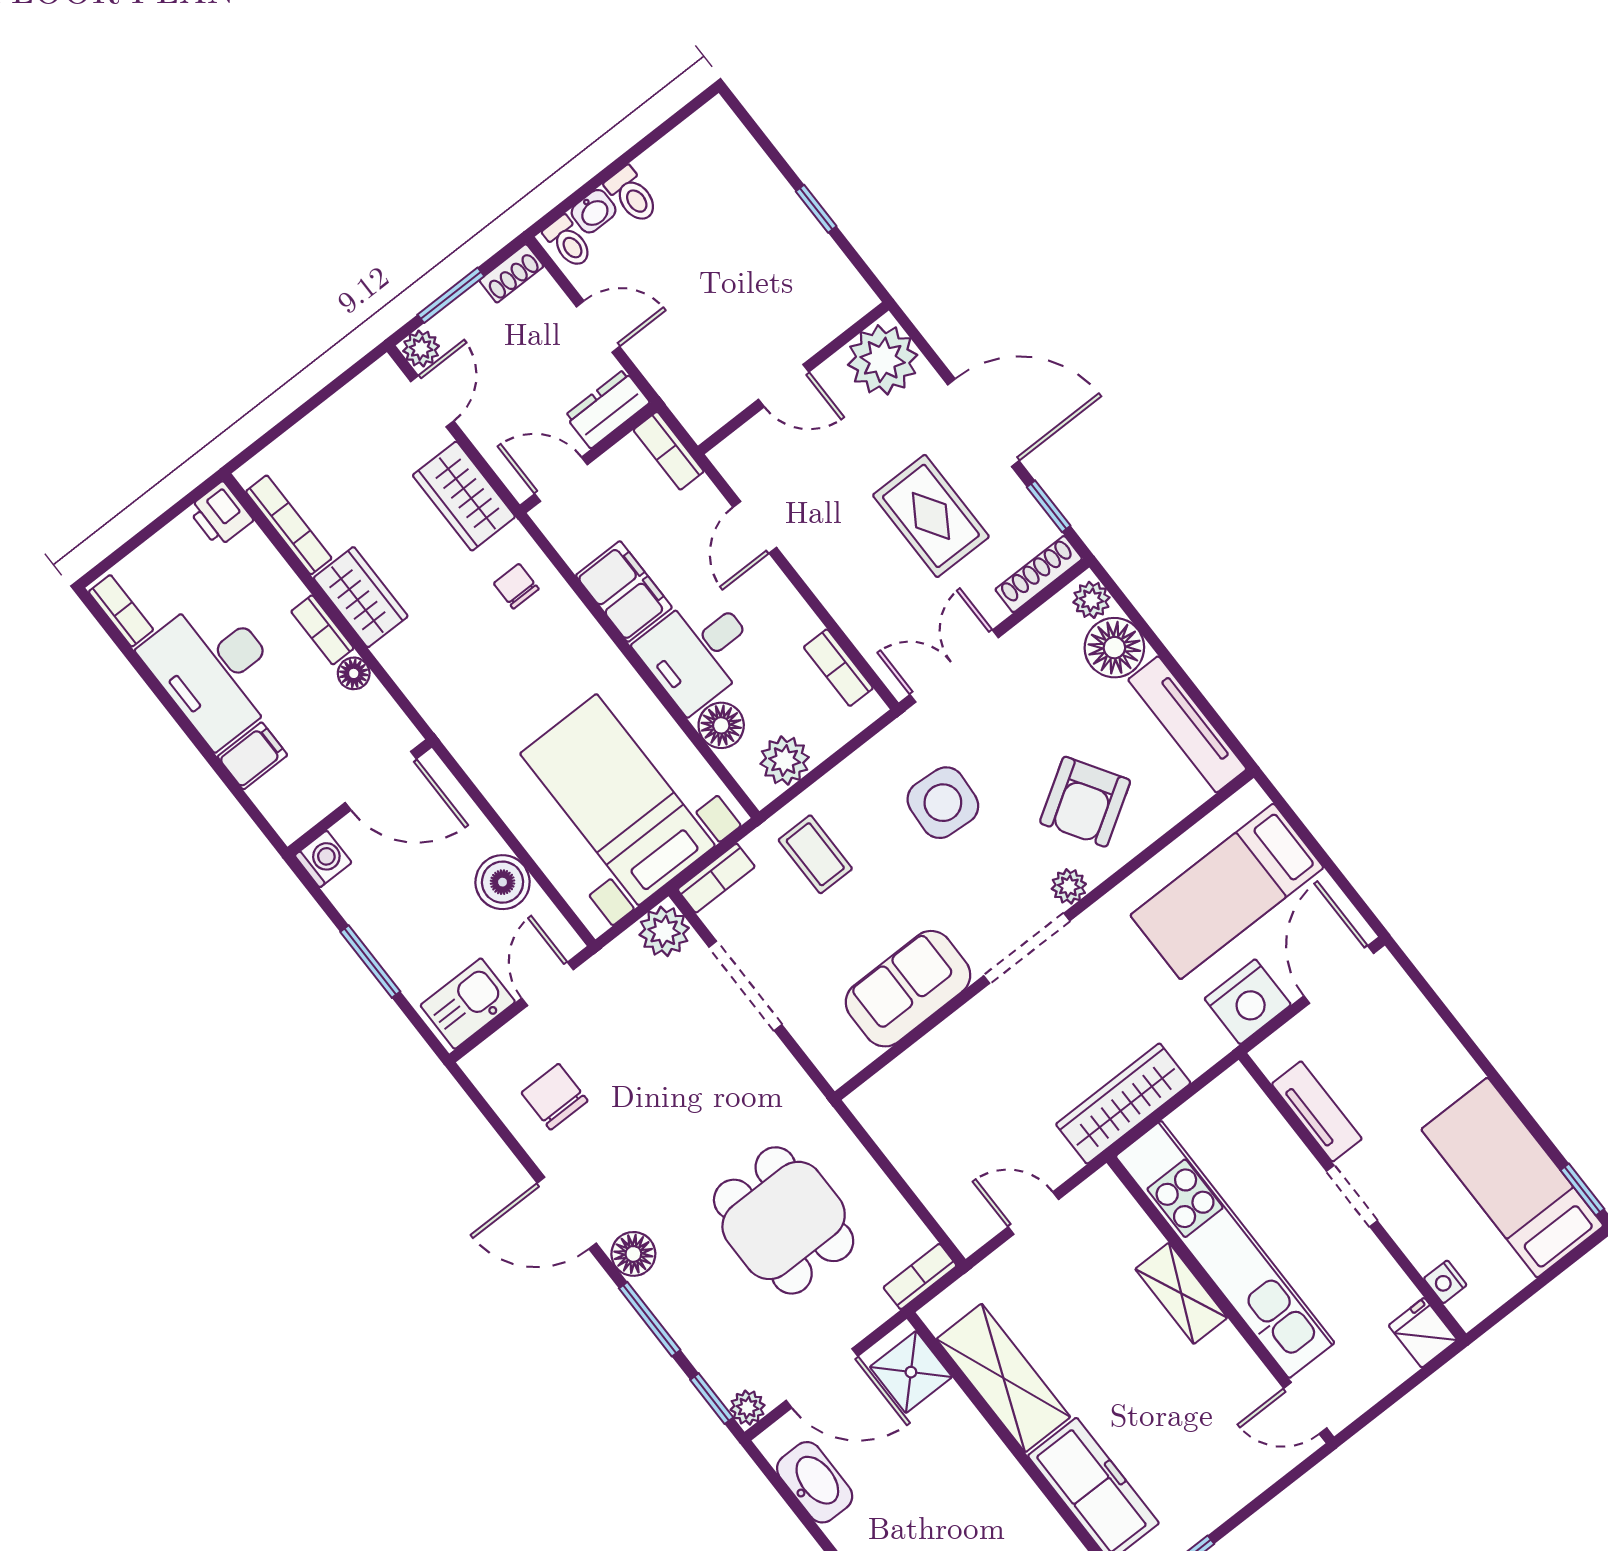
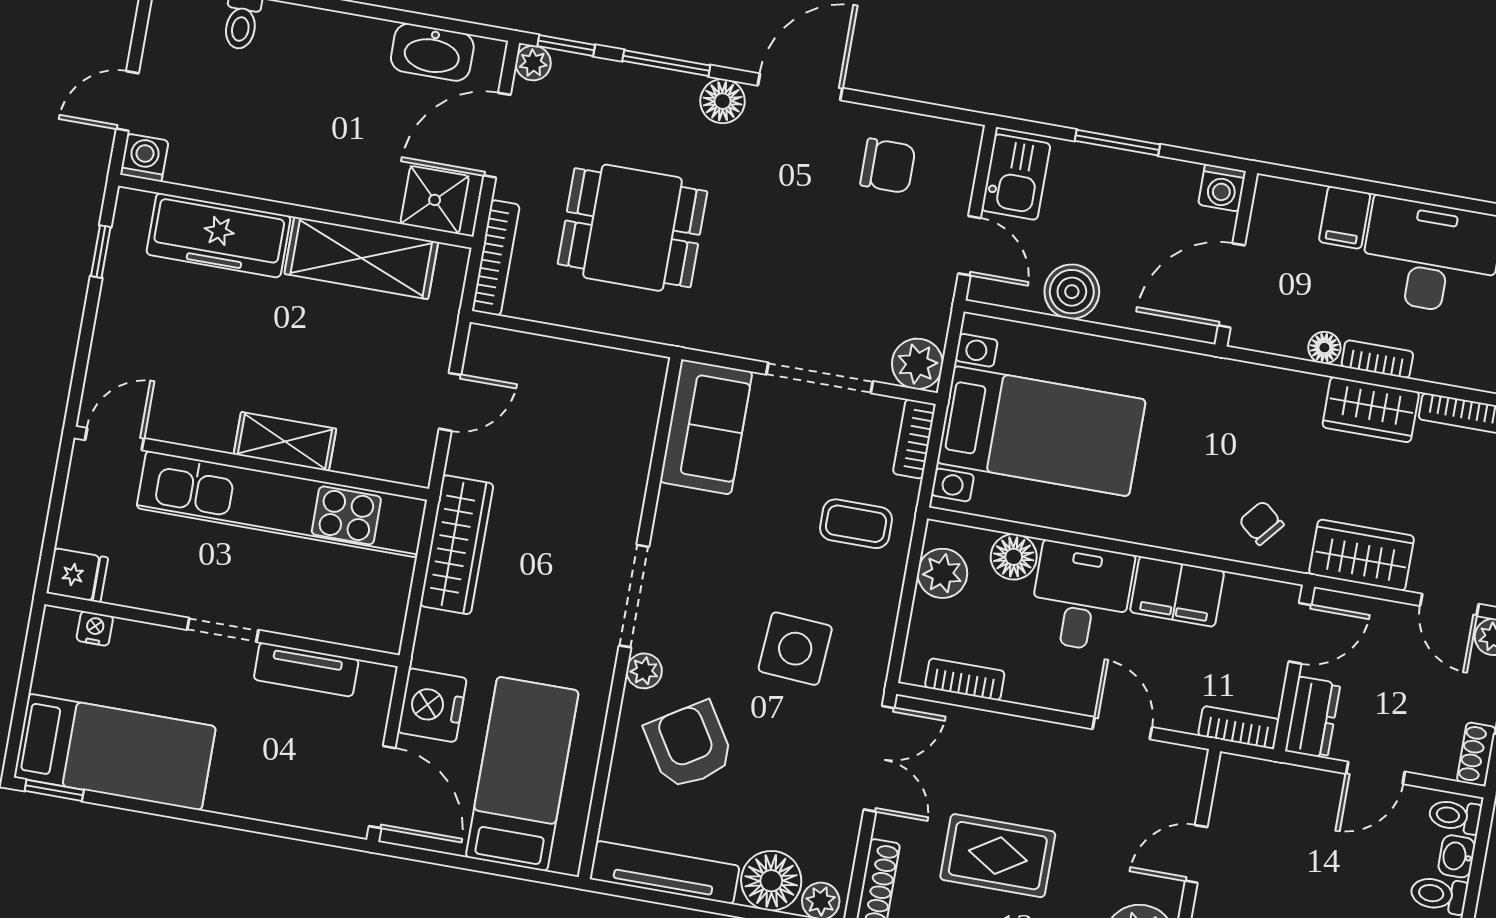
chair: (516, 586) -> (1261, 523), turned -140
sofa: (908, 989) -> (706, 427), moved
bookcase: (920, 1277) -> (496, 258), width x1.56

